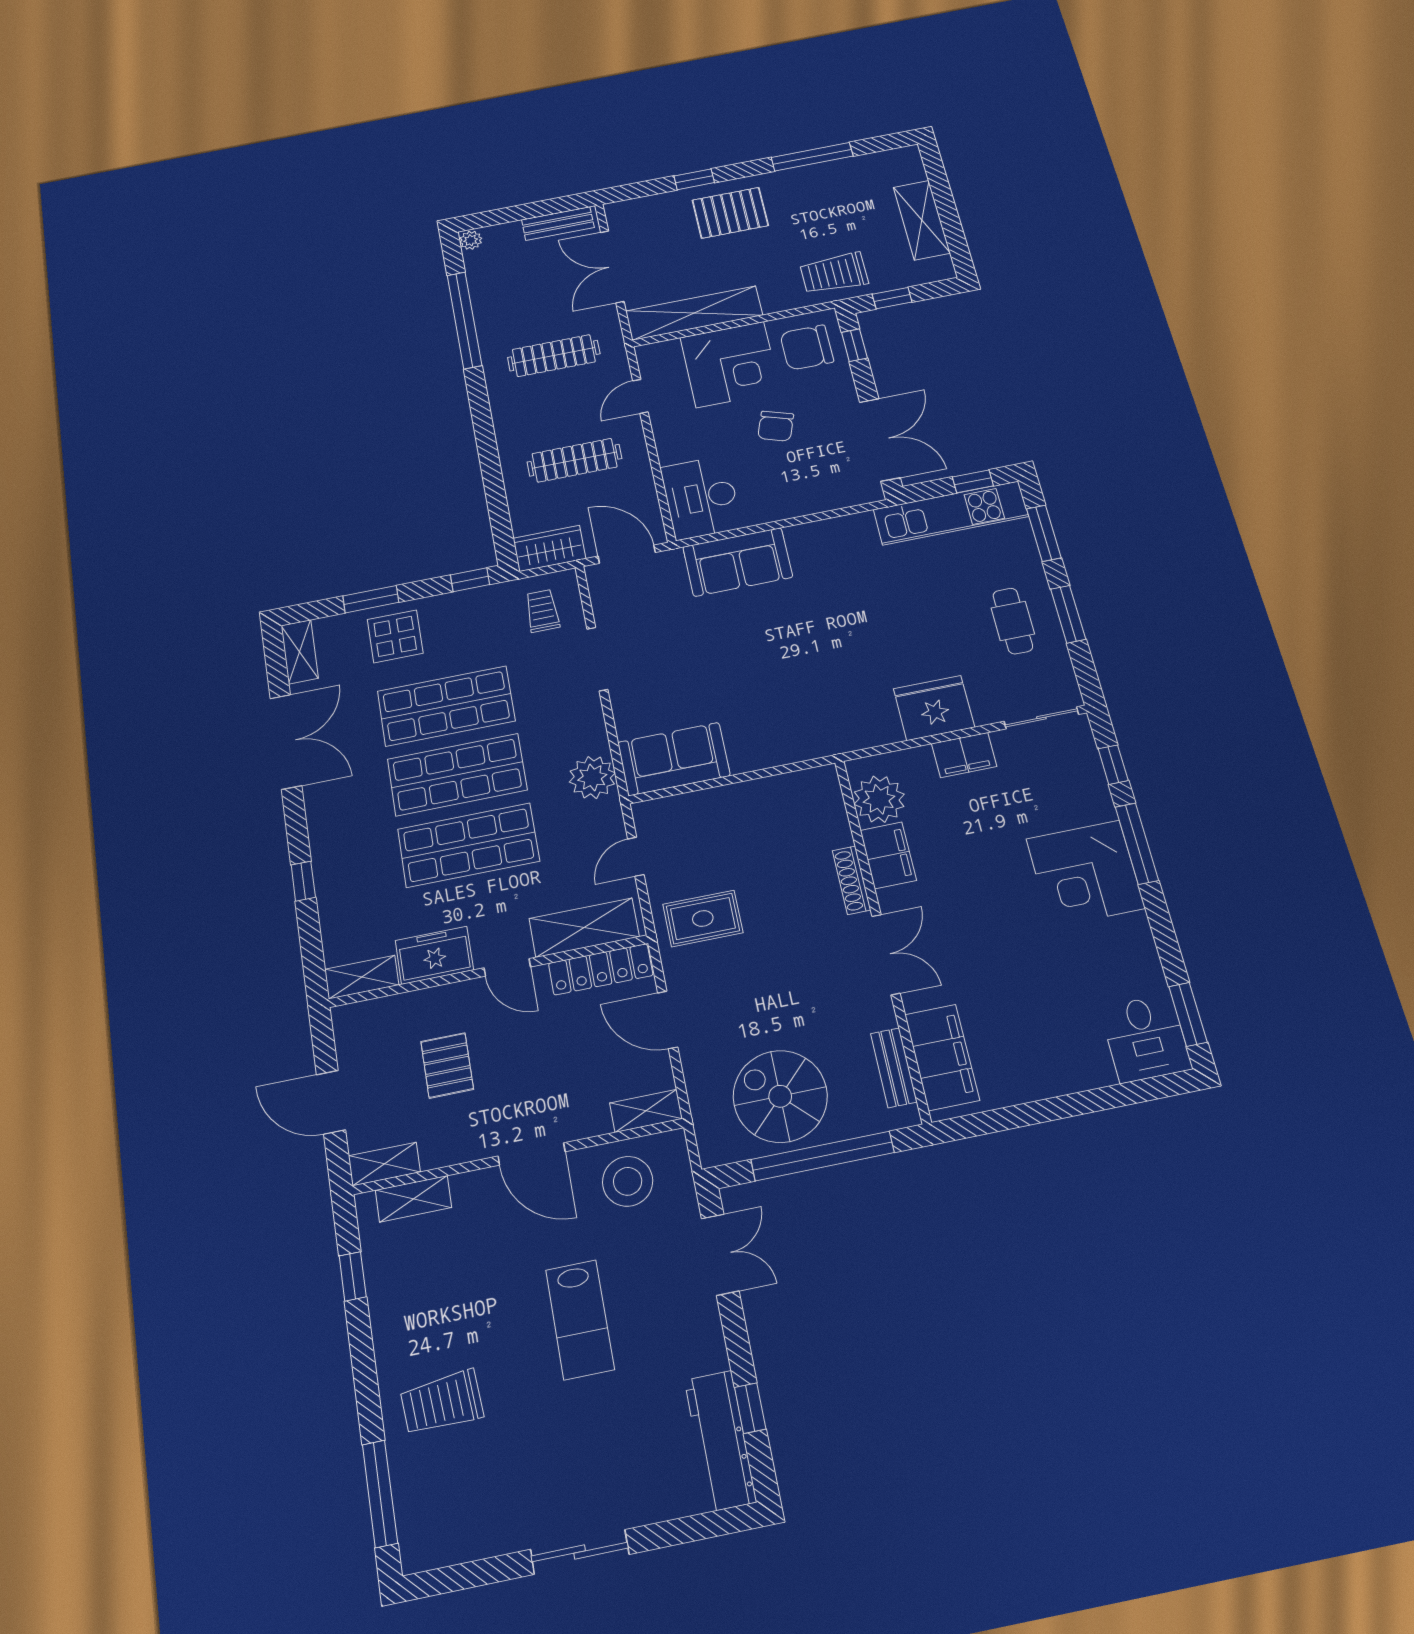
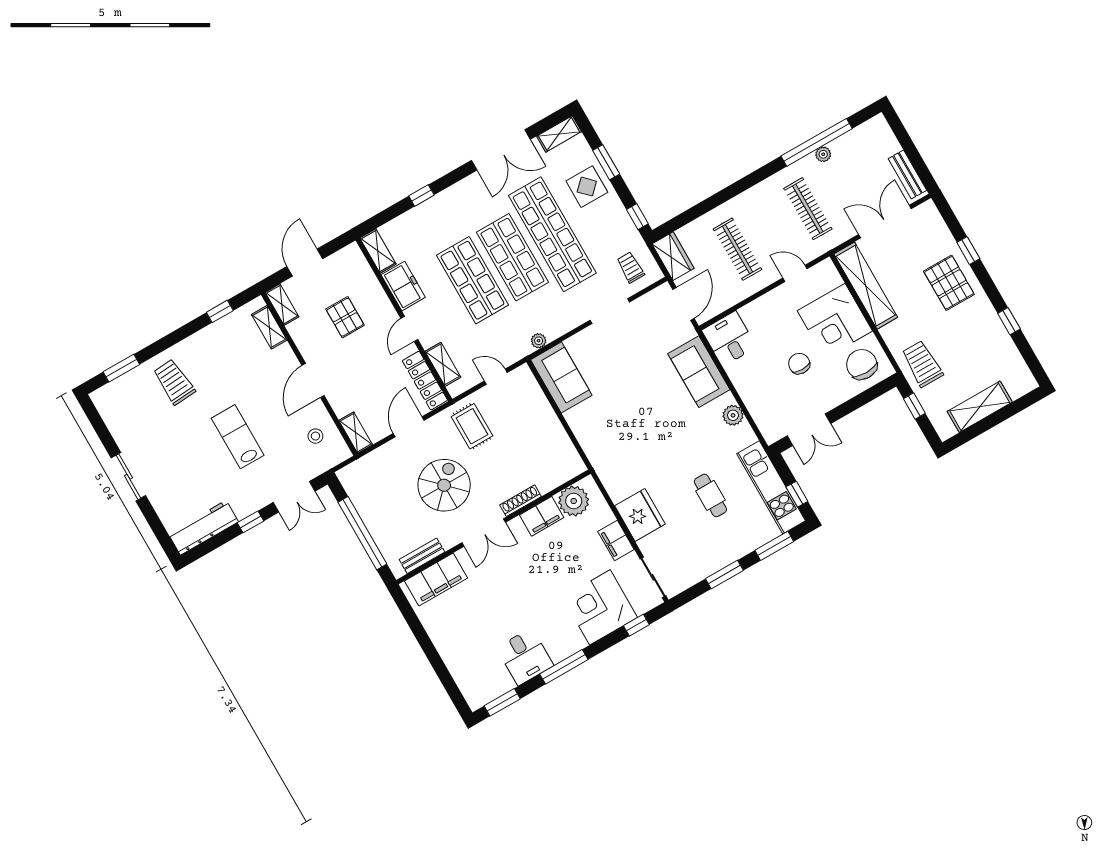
window: (812, 157) -> (1009, 321), width x0.46
plant: (471, 240) -> (823, 154), moved
window: (854, 345) -> (872, 393), removed
chair: (776, 426) -> (799, 364), turned 71
double door: (880, 440) -> (809, 430), width x0.73
desk: (701, 498) -> (729, 339), width x0.73
plant: (822, 534) -> (733, 415), added
trolley: (542, 611) -> (631, 267), turned -90
cafe table: (1013, 621) -> (710, 495), moved, turned 90
shop shelf: (446, 706) -> (552, 234), width x1.40
plant: (592, 777) -> (539, 341), width x0.53, depth x0.53
window: (1137, 844) -> (564, 667), moved
corner desk: (1085, 873) -> (600, 607), moved
shelving: (584, 928) -> (443, 364), width x0.67, depth x0.75
desk: (1146, 1038) -> (525, 657), moved, turned -90
pallet: (447, 1065) -> (345, 317), turned 90
spiral stairs: (780, 1096) -> (444, 485), moved
stool: (628, 1181) -> (315, 436), width x0.53, depth x0.53
lab bench: (580, 1320) -> (238, 437), turned 90
window: (750, 1408) -> (251, 522), moved
window: (380, 1494) -> (121, 368), width x0.69

